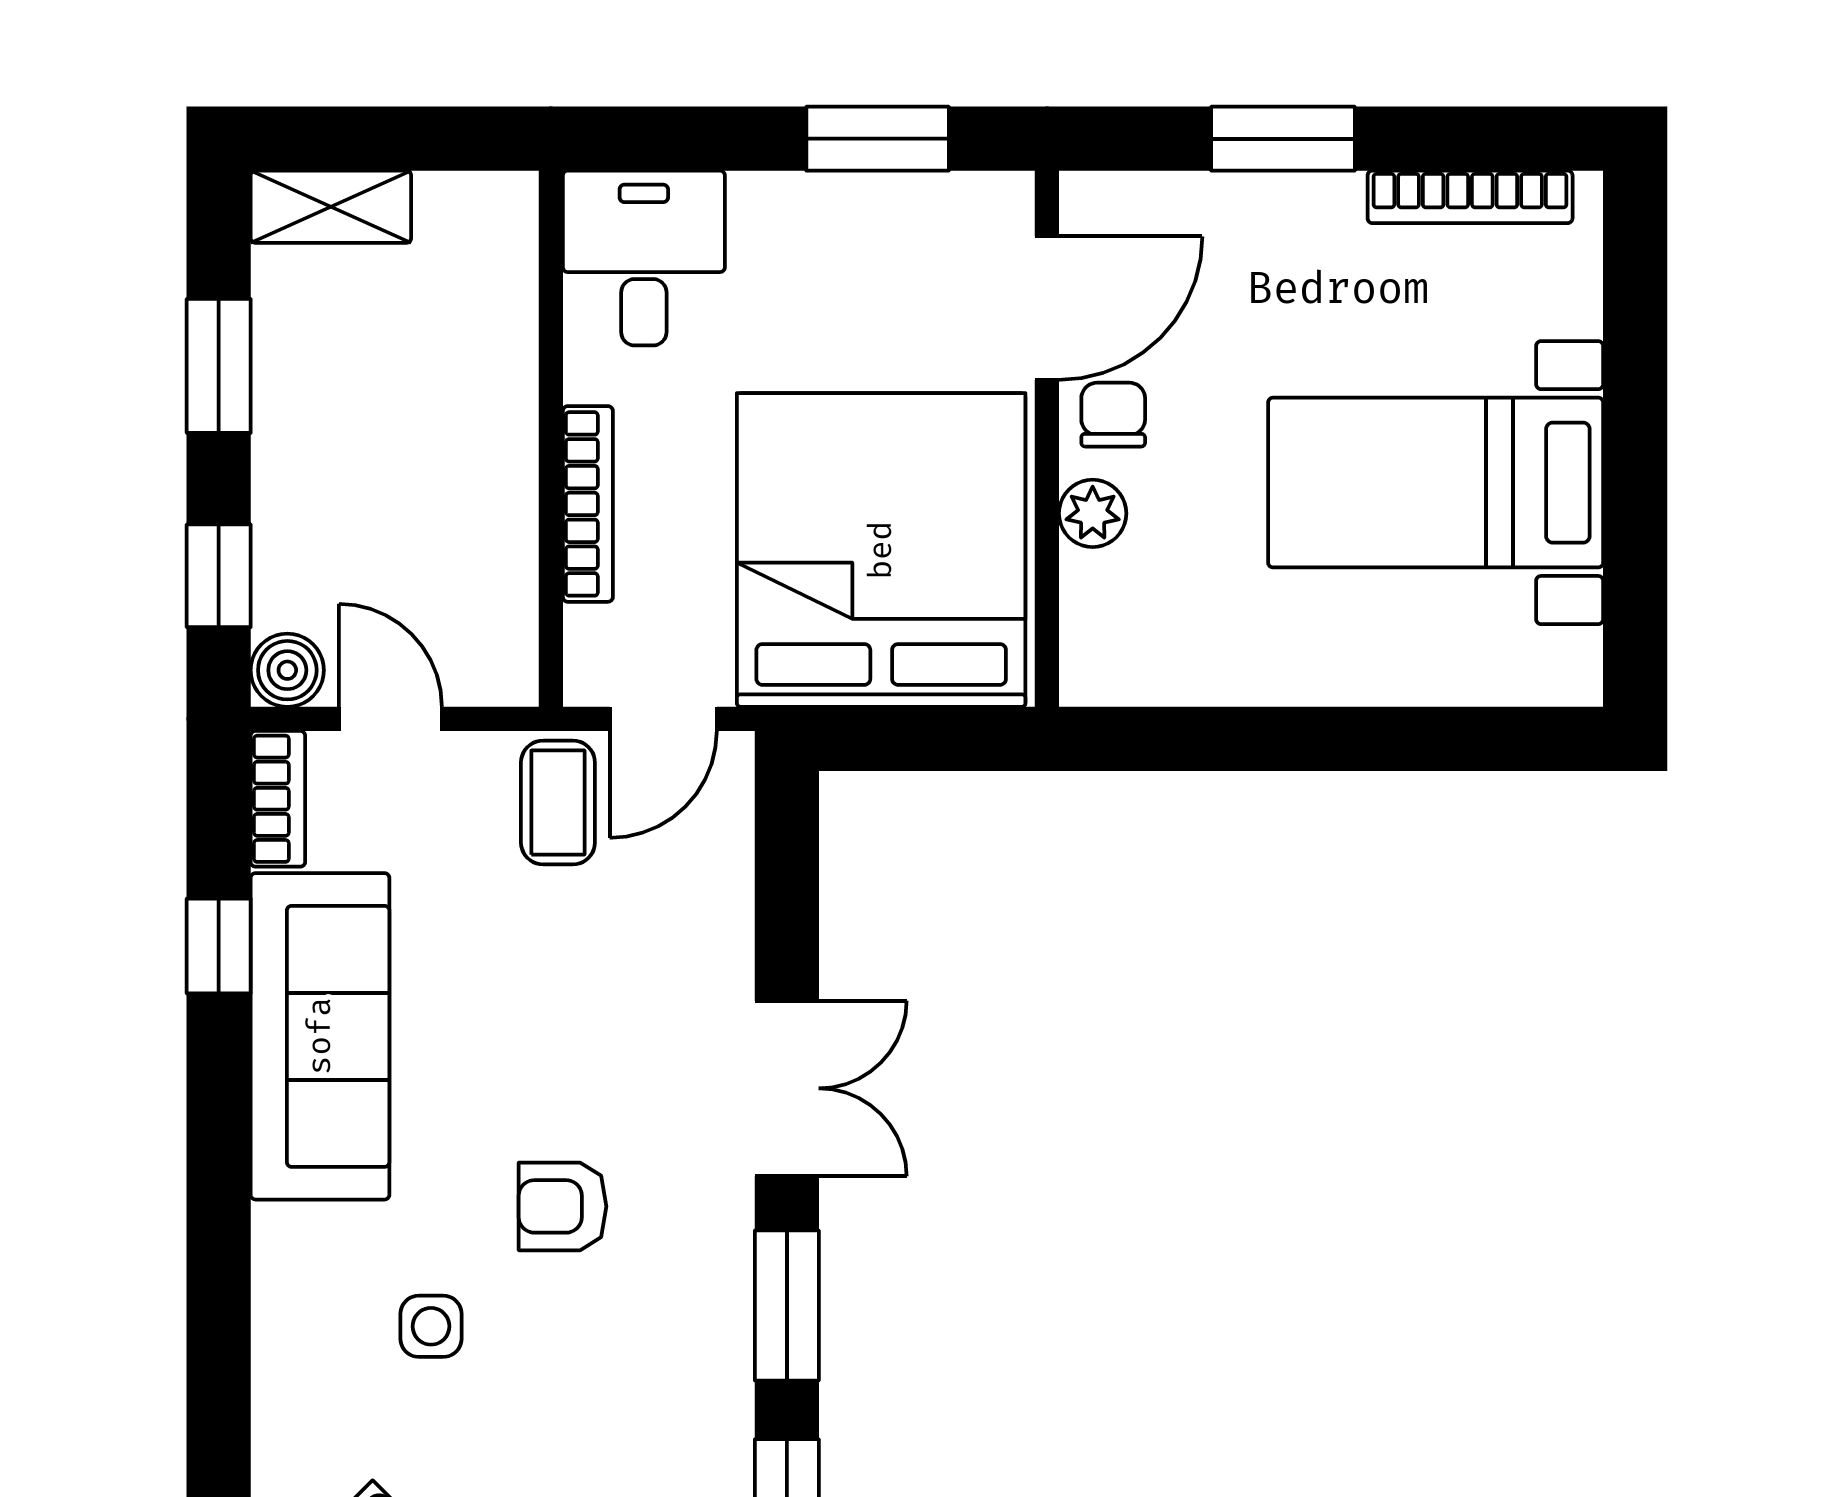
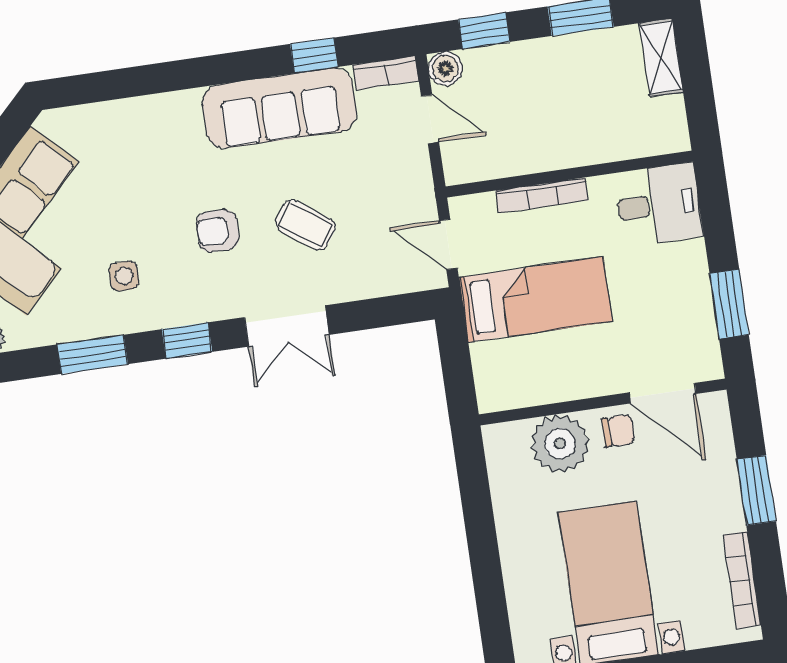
plant: (1093, 513) -> (560, 443), width x1.87, depth x1.87
bed: (881, 550) -> (536, 299), width x0.49
door: (390, 719) -> (430, 119), hinge flipped
coffee table: (558, 803) -> (305, 225), moved, turned 36
armchair: (563, 1206) -> (218, 231), turned -90
window: (787, 1306) -> (187, 341), width x0.67
side table: (431, 1326) -> (124, 276), moved

